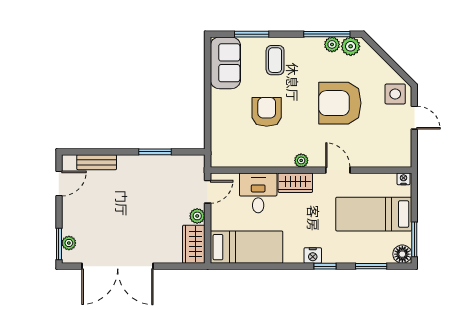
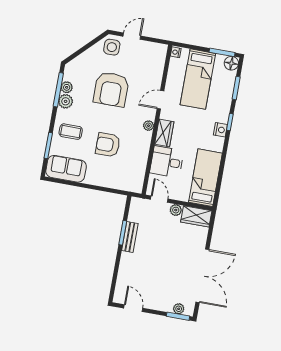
plant: (351, 46) -> (66, 101), moved
bench: (97, 162) -> (130, 237), moved

